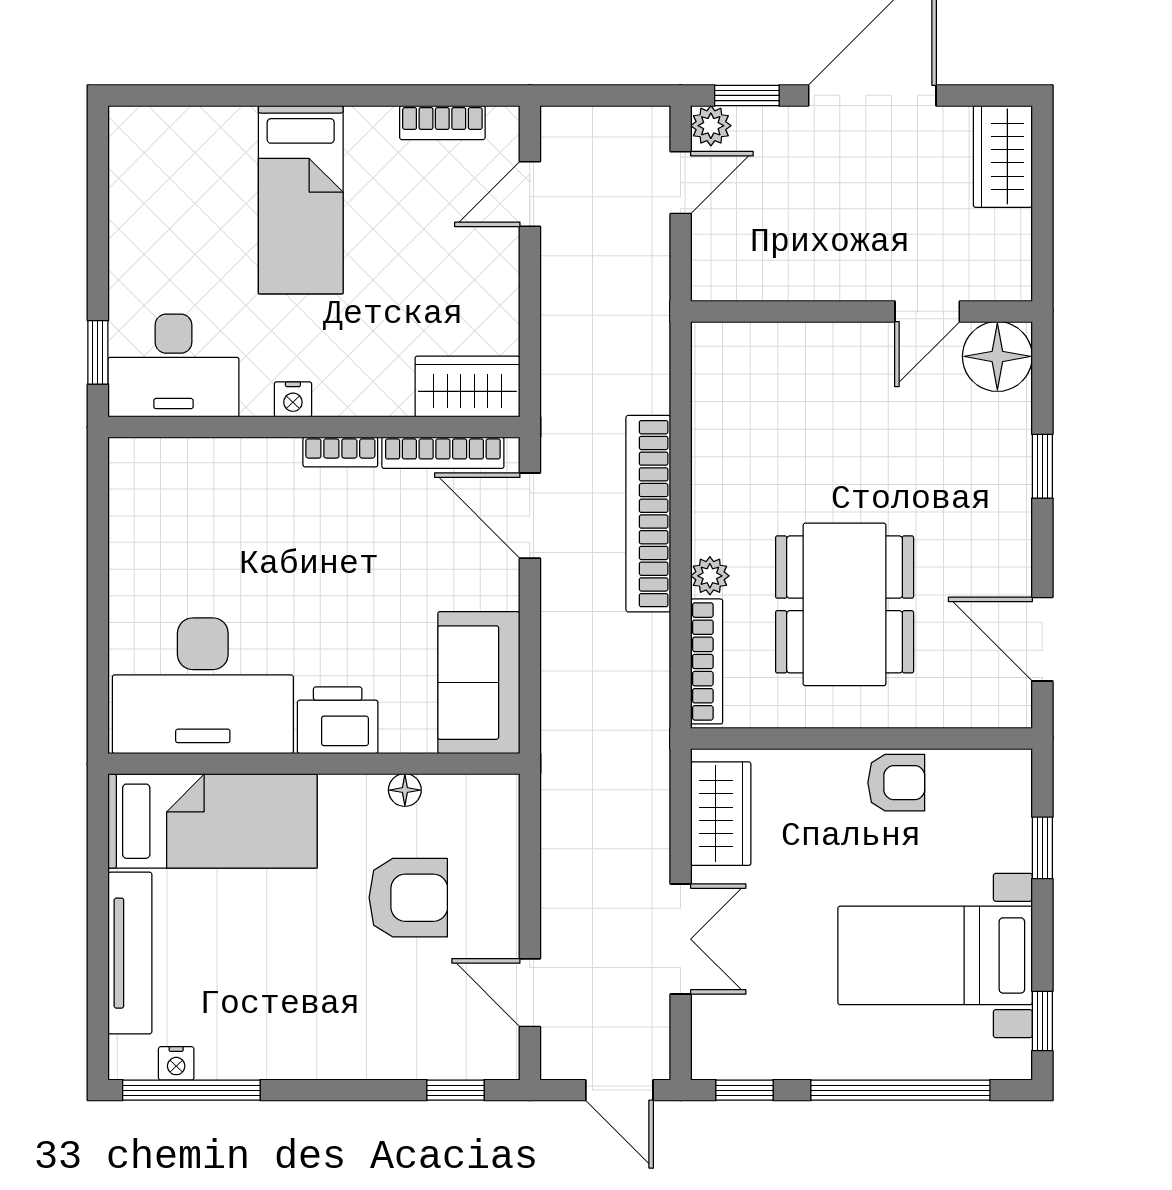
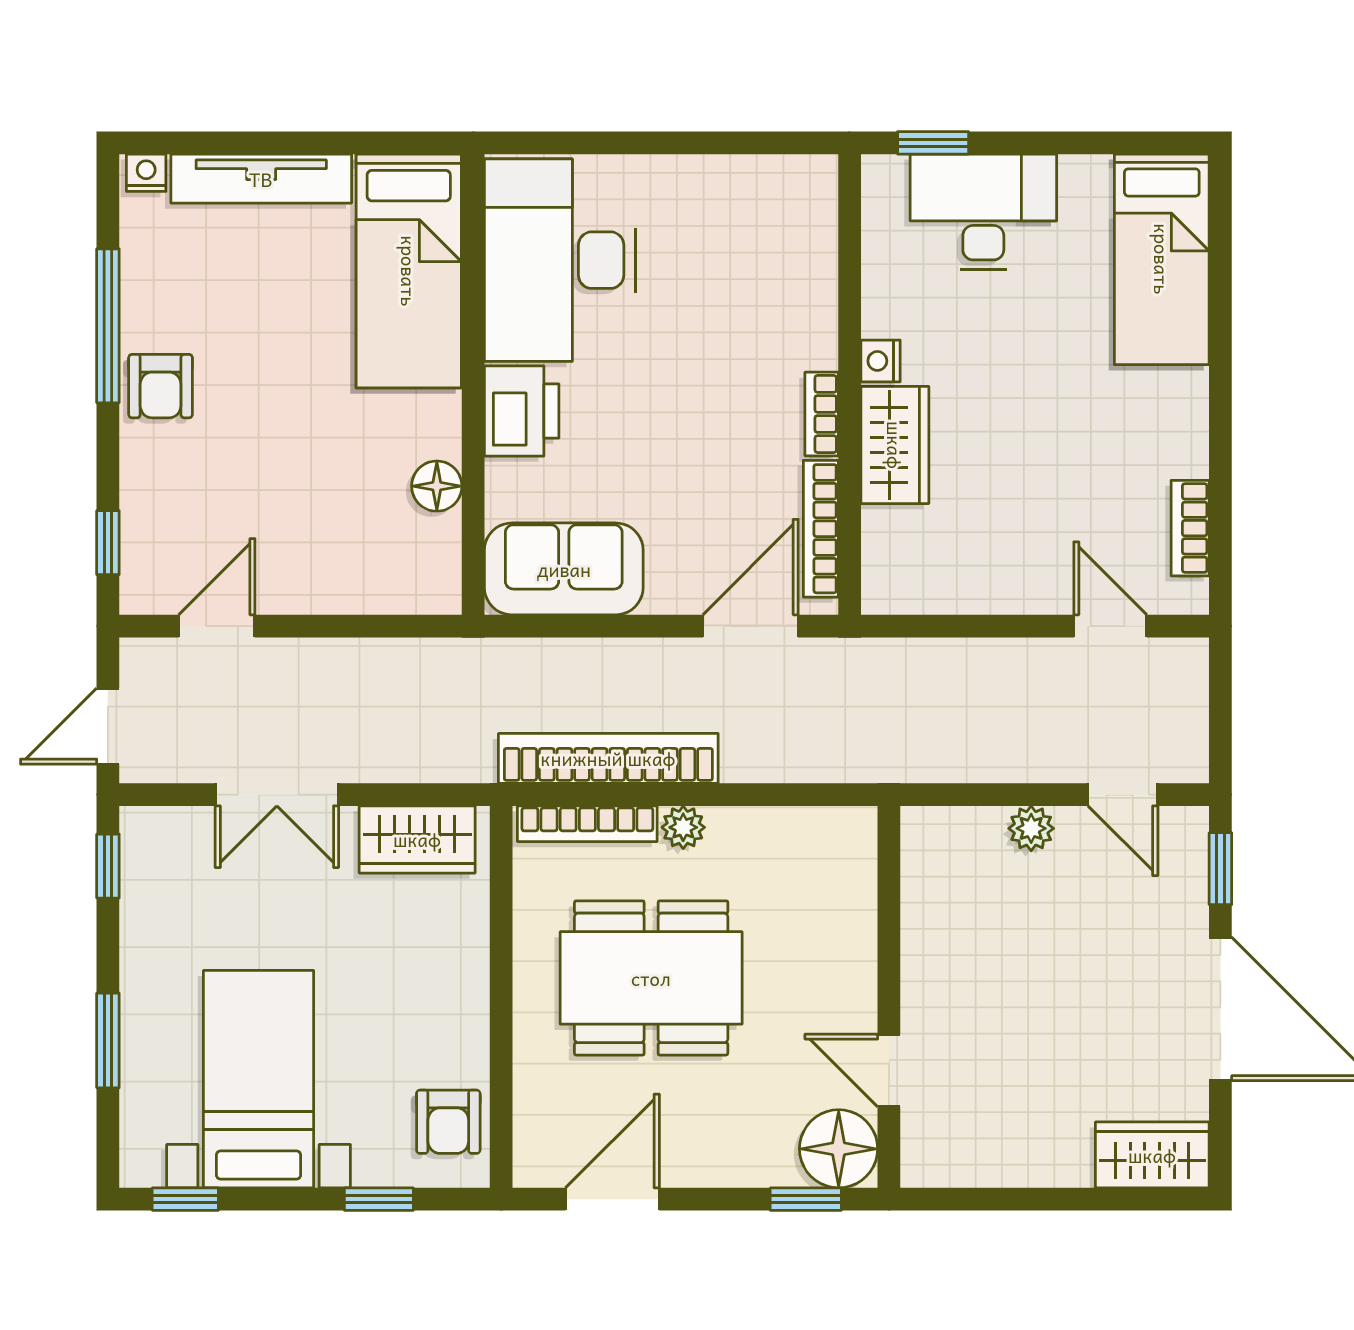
plant: (711, 126) -> (1031, 828), moved
bed: (301, 200) -> (1162, 259), moved, turned -90
wall: (861, 311) -> (889, 997), moved
door: (927, 311) -> (889, 1070), moved
floor lamp: (997, 356) -> (839, 1149), moved
desk: (173, 366) -> (983, 212), moved, turned 90
wardrobe: (467, 387) -> (895, 445), moved
bookcase: (648, 514) -> (608, 758), moved
armchair: (896, 783) -> (448, 1122), moved
floor lamp: (405, 790) -> (437, 486), width x1.37, depth x1.37
armchair: (408, 898) -> (161, 386), moved, width x0.72, depth x0.72
nightstand: (176, 1063) -> (146, 173), moved, turned 90
window: (191, 1090) -> (108, 326), moved
window: (900, 1090) -> (108, 1040), width x0.47

